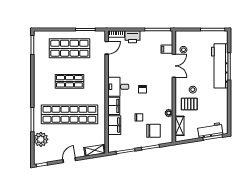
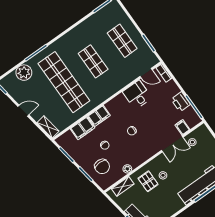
printer: (133, 37) -> (181, 102), moved
shop shelf: (69, 48) -> (122, 41), width x0.70, depth x0.74
desk: (118, 87) -> (137, 95), moved

